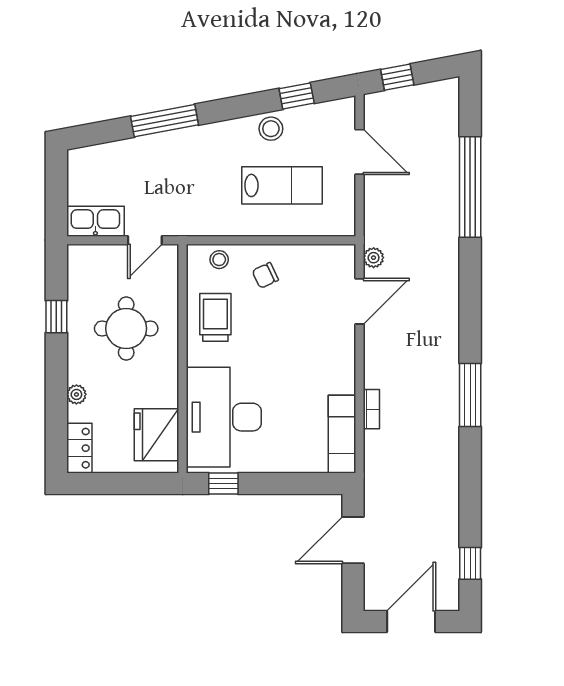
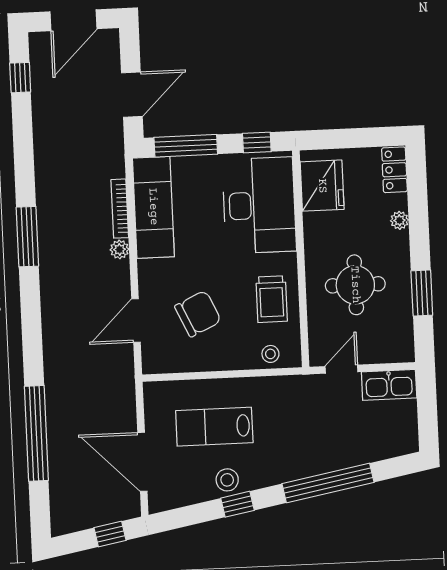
window: (297, 96) -> (238, 504), moved
window: (164, 121) -> (328, 483), width x1.46
door: (360, 152) -> (142, 462), width x1.36
plant: (374, 258) -> (120, 249), moved
chair: (265, 275) -> (198, 314), moved, width x1.87, depth x1.87
window: (56, 317) -> (422, 293), width x1.50
bookcase: (371, 409) -> (120, 209), width x1.56
exam couch: (342, 434) -> (153, 207), width x1.36, depth x1.45
window: (299, 483) -> (186, 146), added

